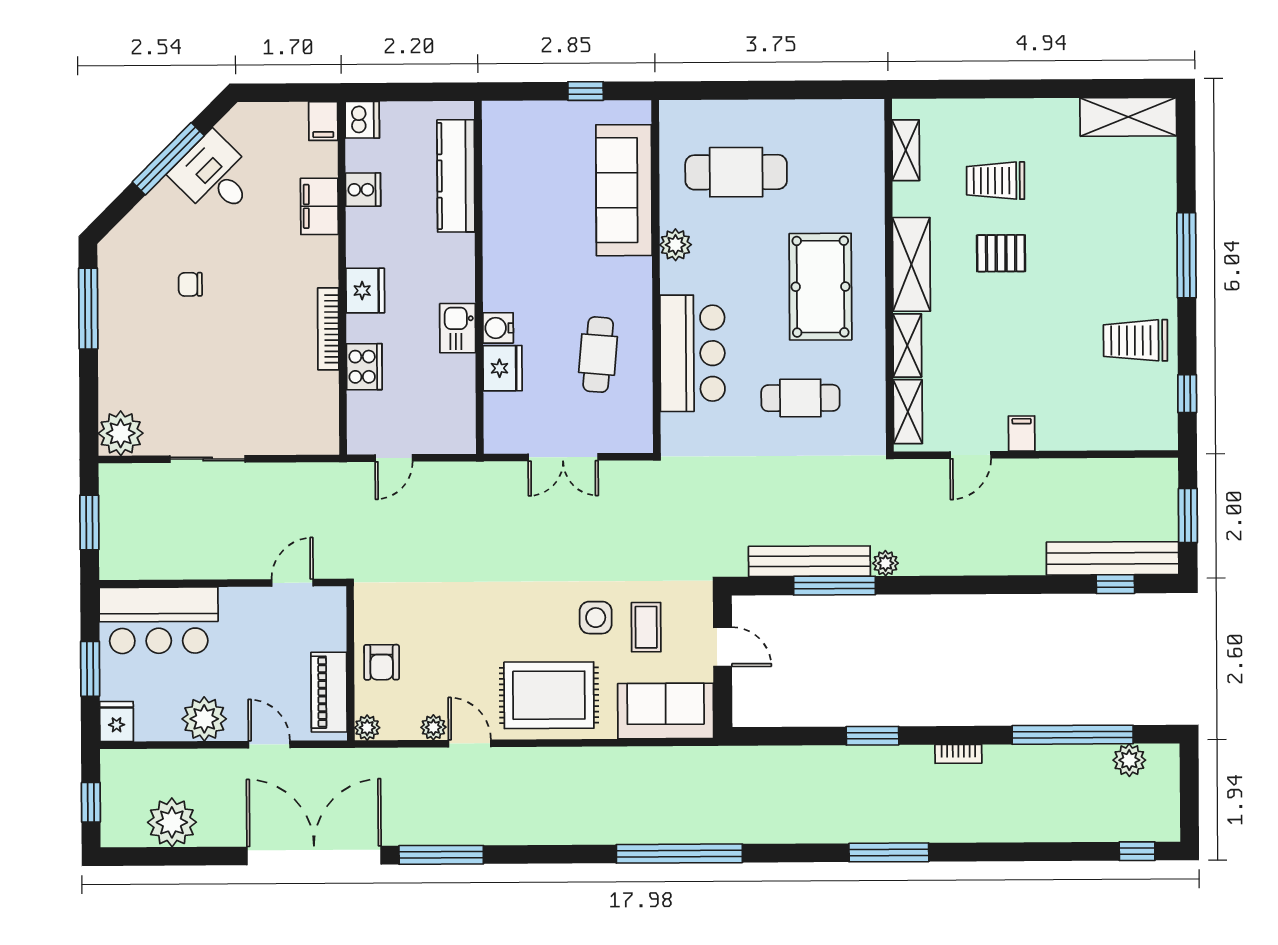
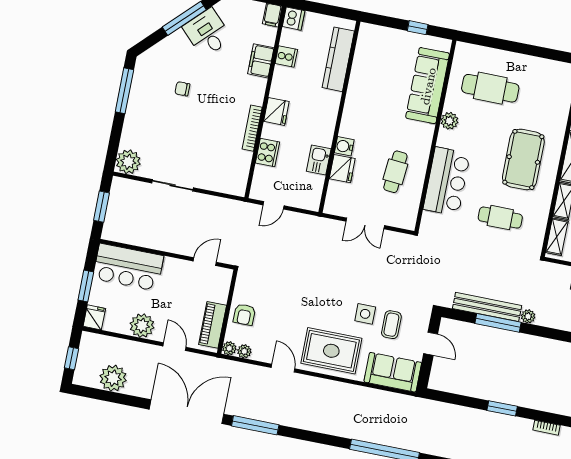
kitchen sink: (458, 328) -> (319, 160), moved
plant: (433, 727) -> (244, 351), moved

